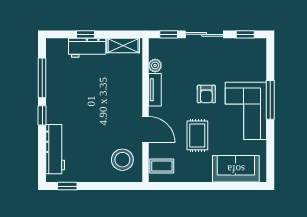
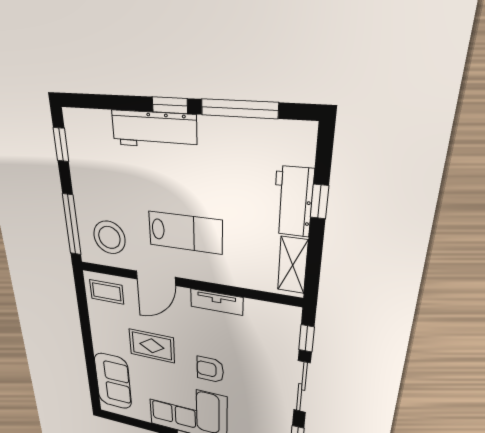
plant: (155, 65) -> (255, 309), removed
lab bench: (112, 109) -> (185, 233), added
workbench: (55, 149) -> (154, 130), moved
coffee table: (162, 166) -> (107, 292), turned 90
window: (117, 186) -> (72, 225), added

